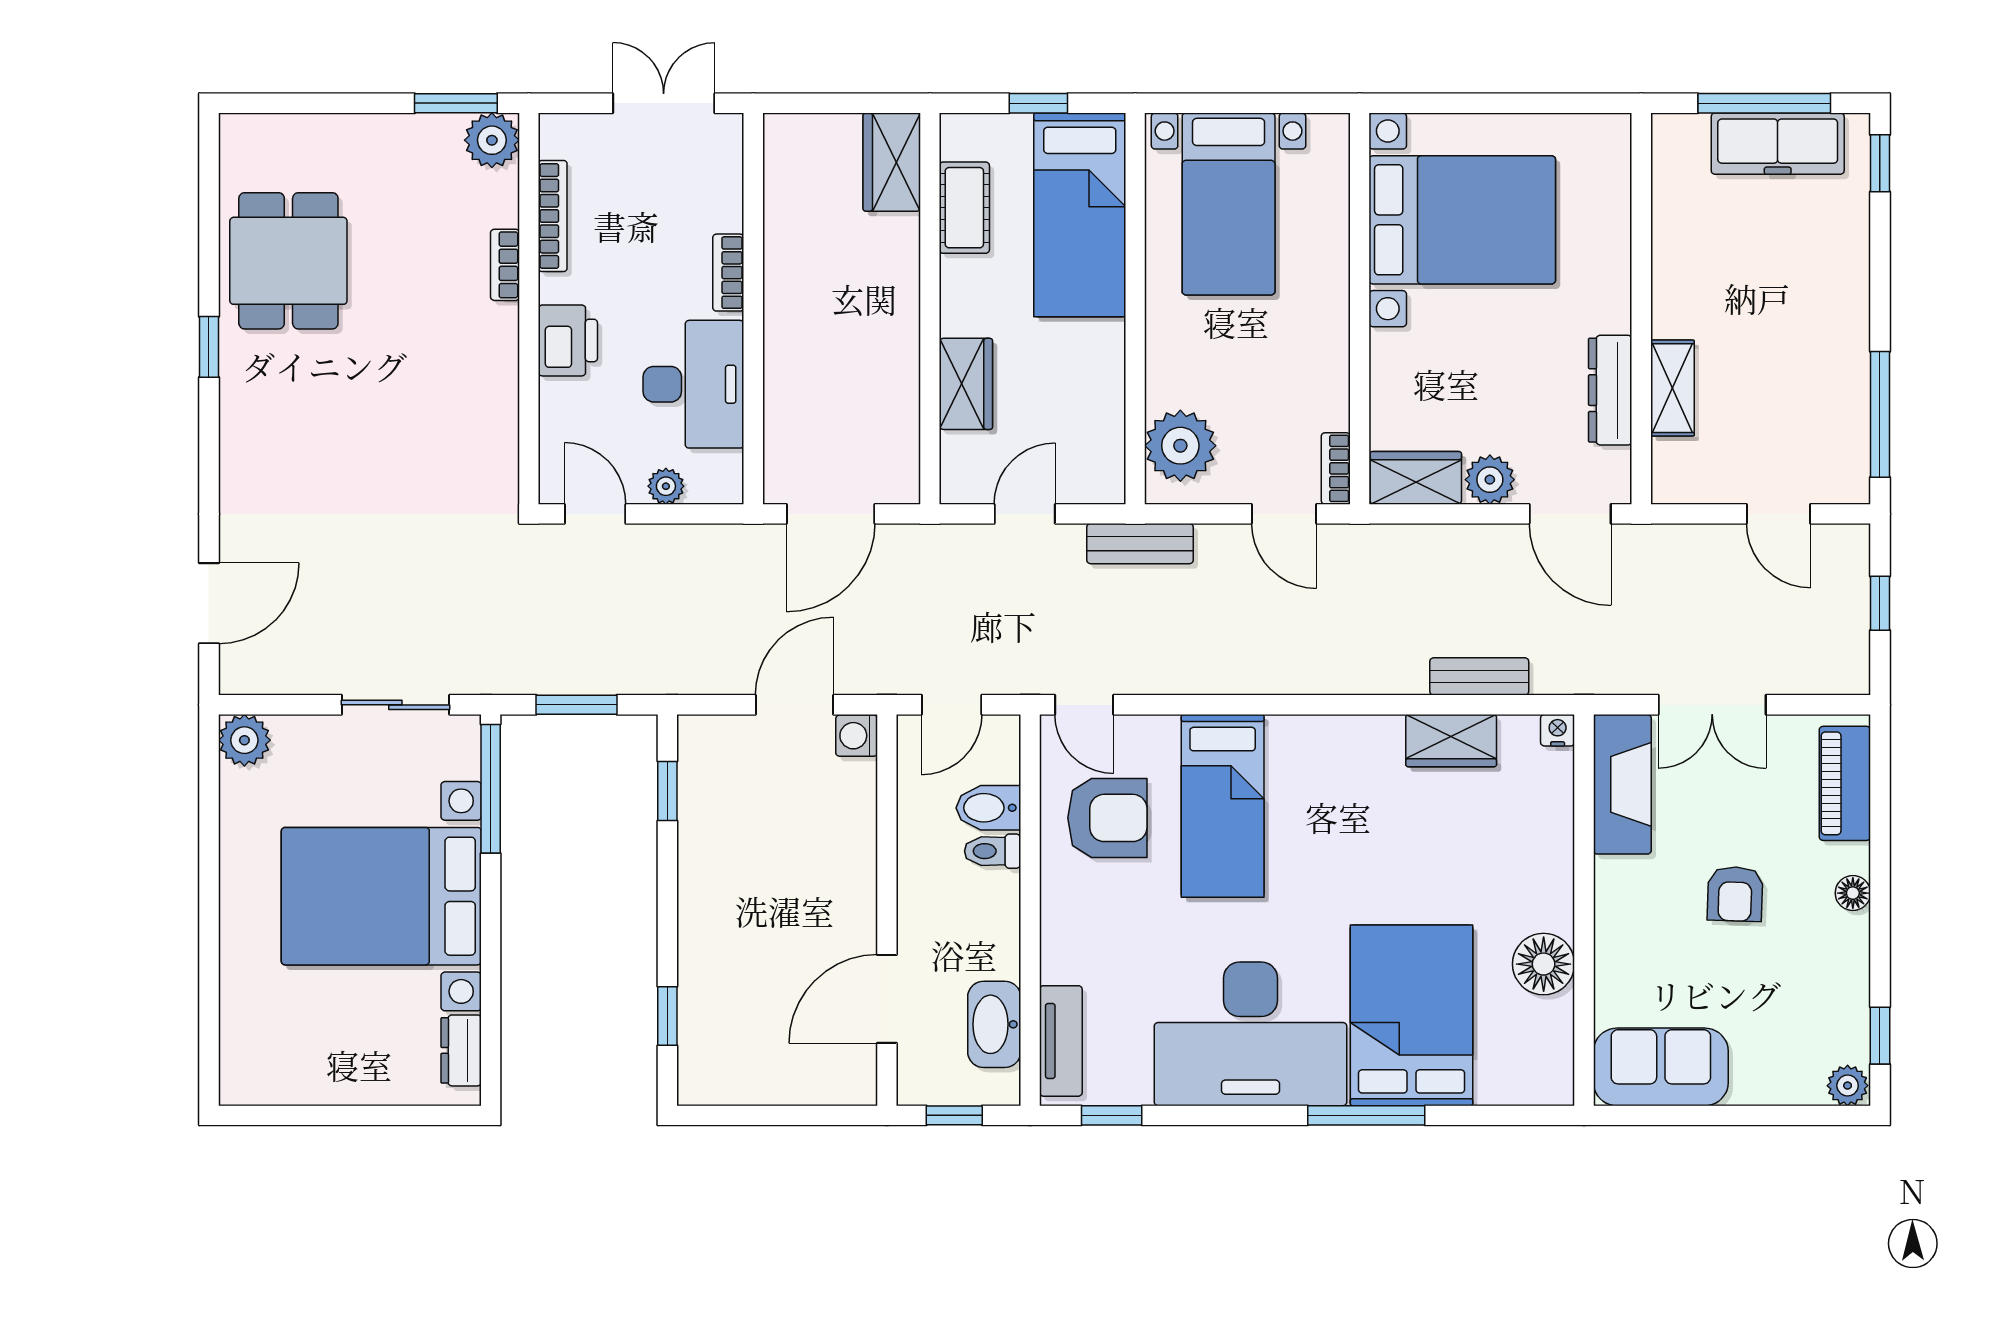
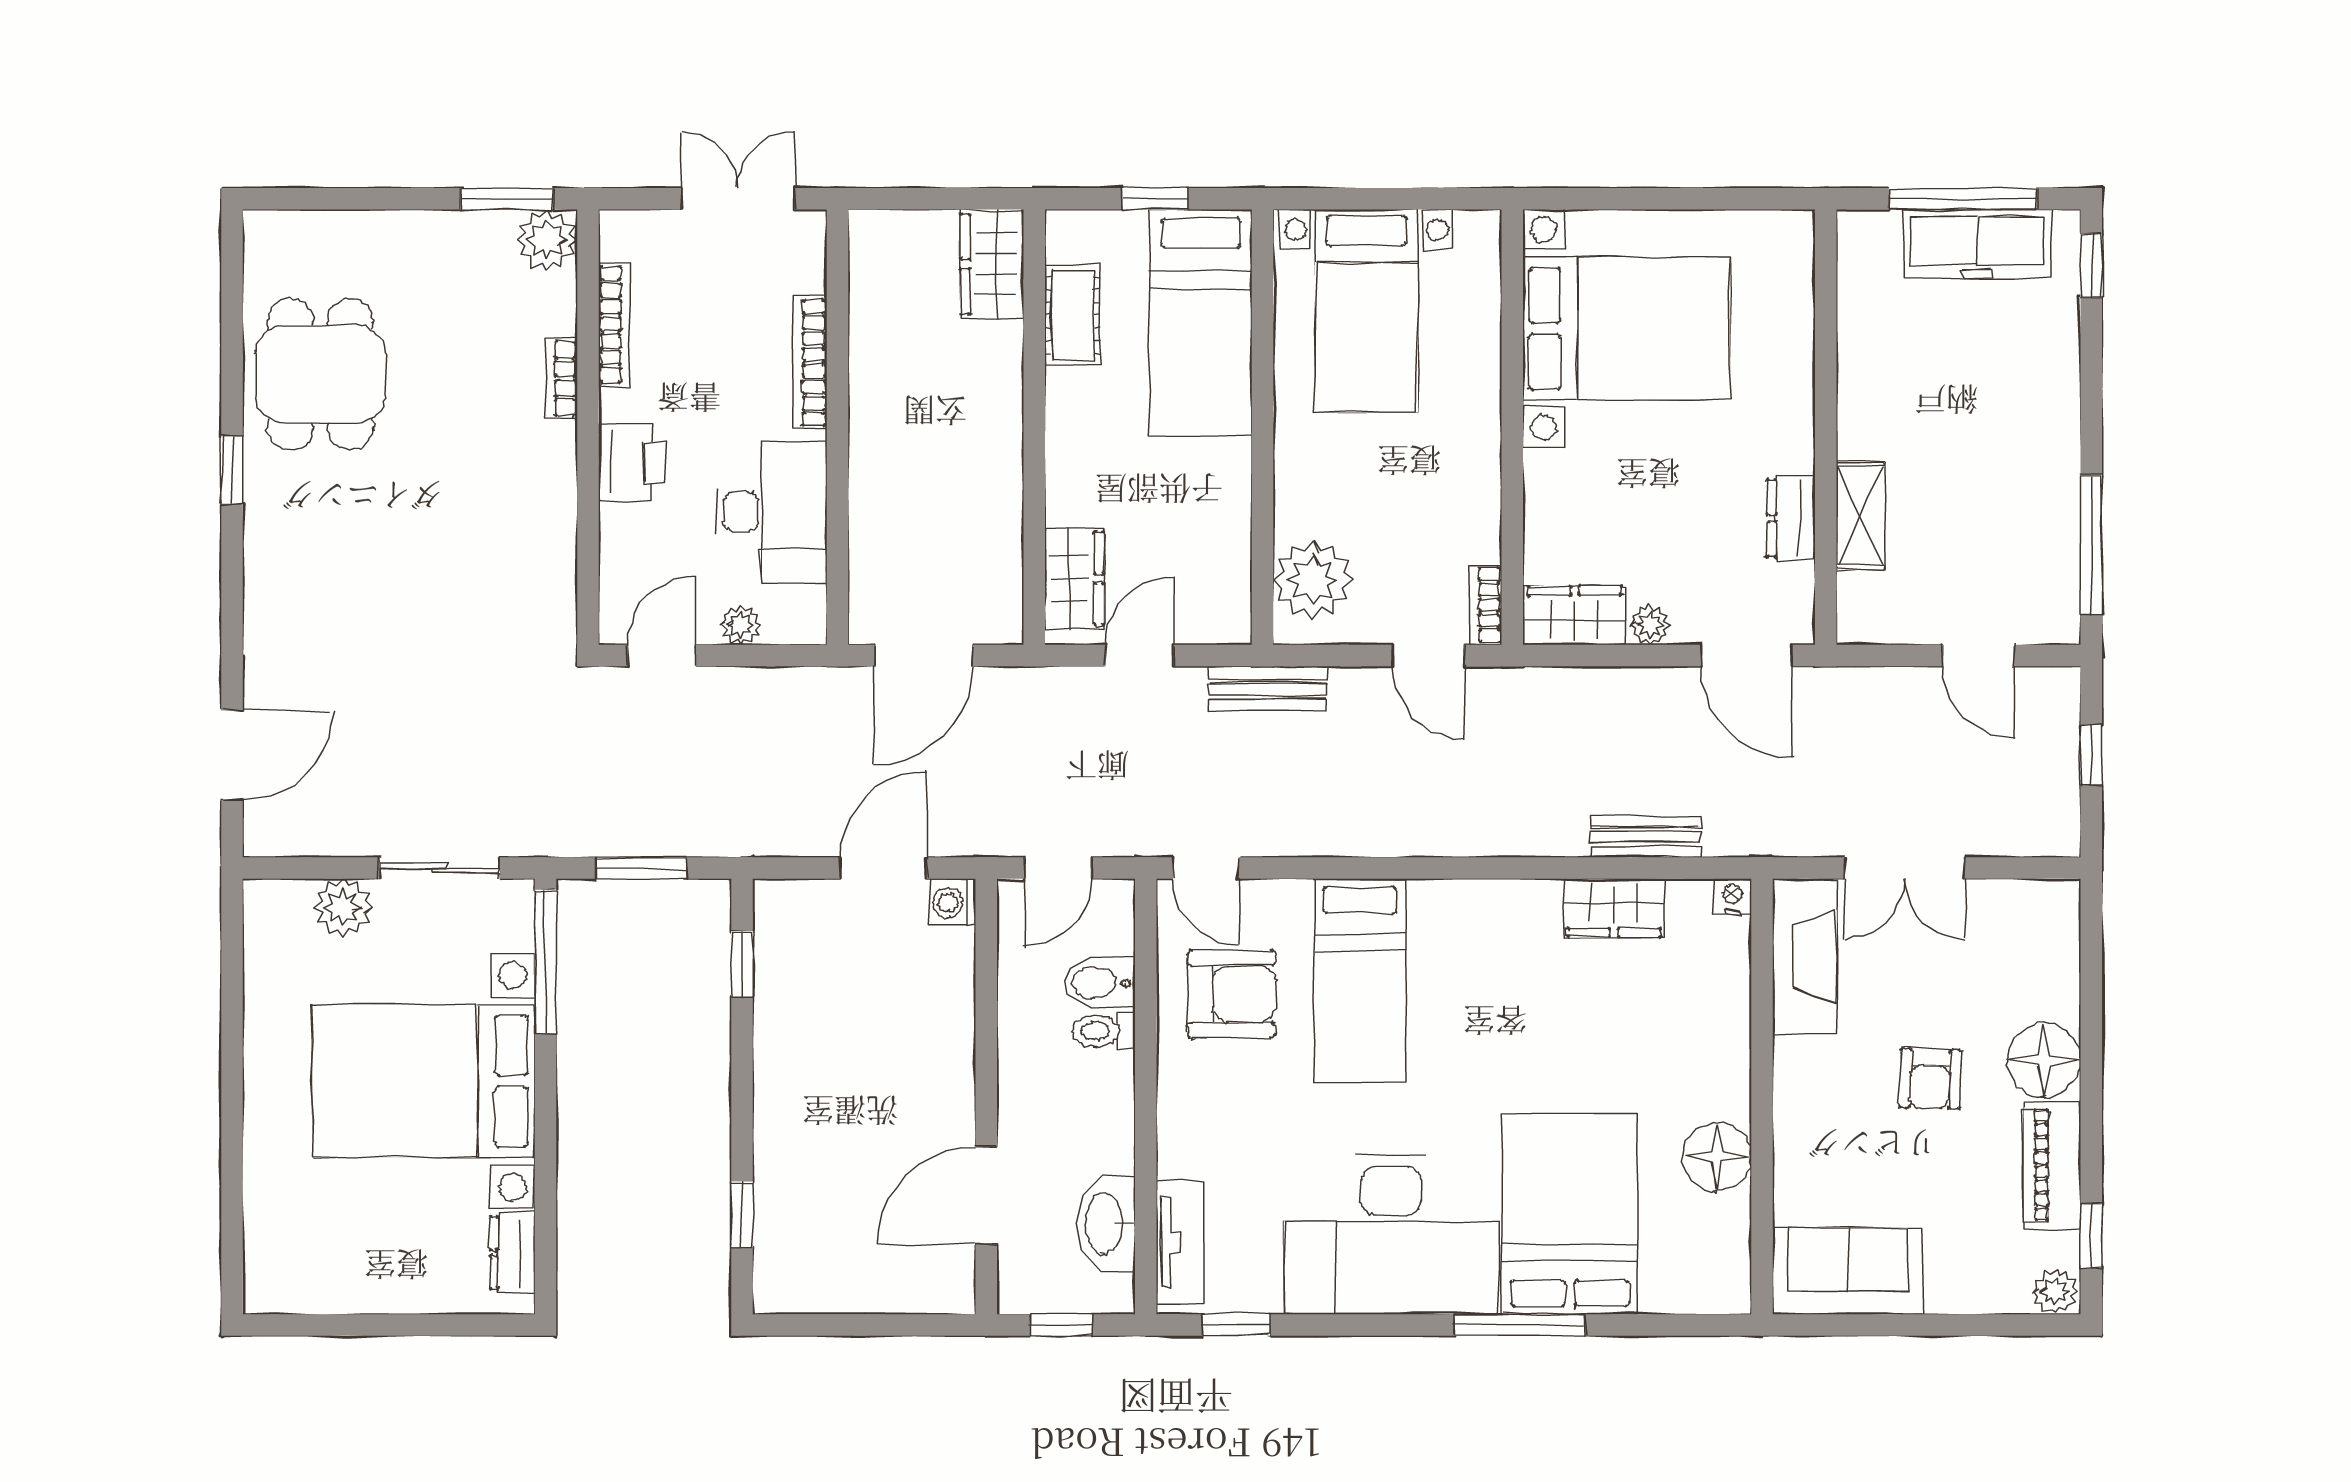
bookcase: (728, 273) -> (810, 363), width x1.56
wardrobe: (966, 384) -> (1074, 579), moved
dresser: (1610, 390) -> (1791, 518), width x0.70
plant: (1490, 480) -> (1650, 625), width x0.73, depth x0.73
door: (595, 514) -> (662, 656), hinge flipped
plant: (244, 740) -> (343, 907), moved
piano: (1845, 783) -> (2052, 1165), moved
floor lamp: (1853, 893) -> (2044, 1060), width x1.89, depth x1.89

